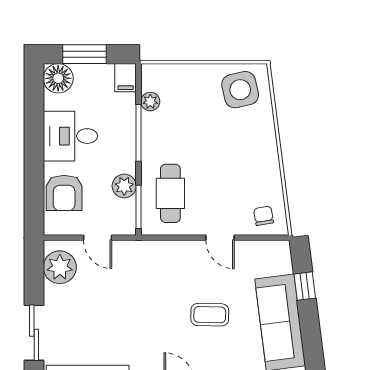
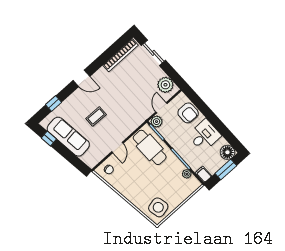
plant: (124, 186) -> (157, 122), moved
armchair: (64, 193) -> (188, 113), turned 180
cafe table: (170, 193) -> (150, 147), width x1.37, depth x1.35
door: (98, 238) -> (161, 108), hinge flipped
door: (220, 238) -> (117, 148), swing flipped
window: (305, 286) -> (49, 139), moved

